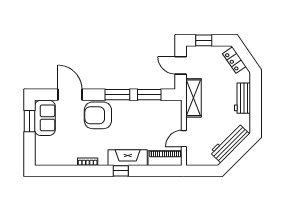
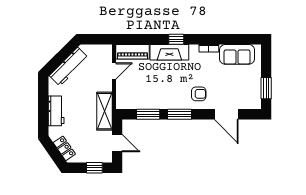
armchair: (98, 115) -> (199, 94), width x0.53, depth x0.53
sofa: (45, 118) -> (237, 54), moved, turned -90

